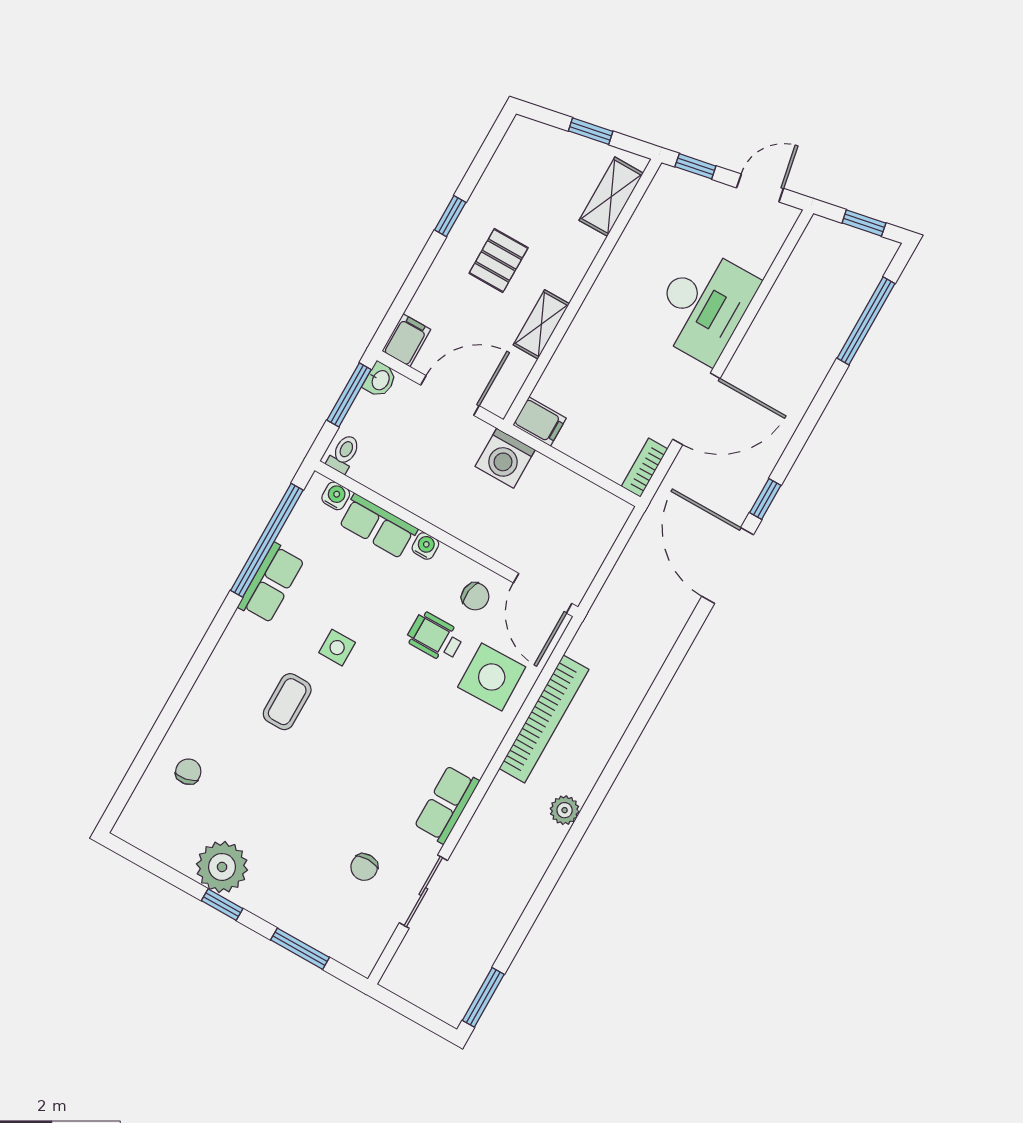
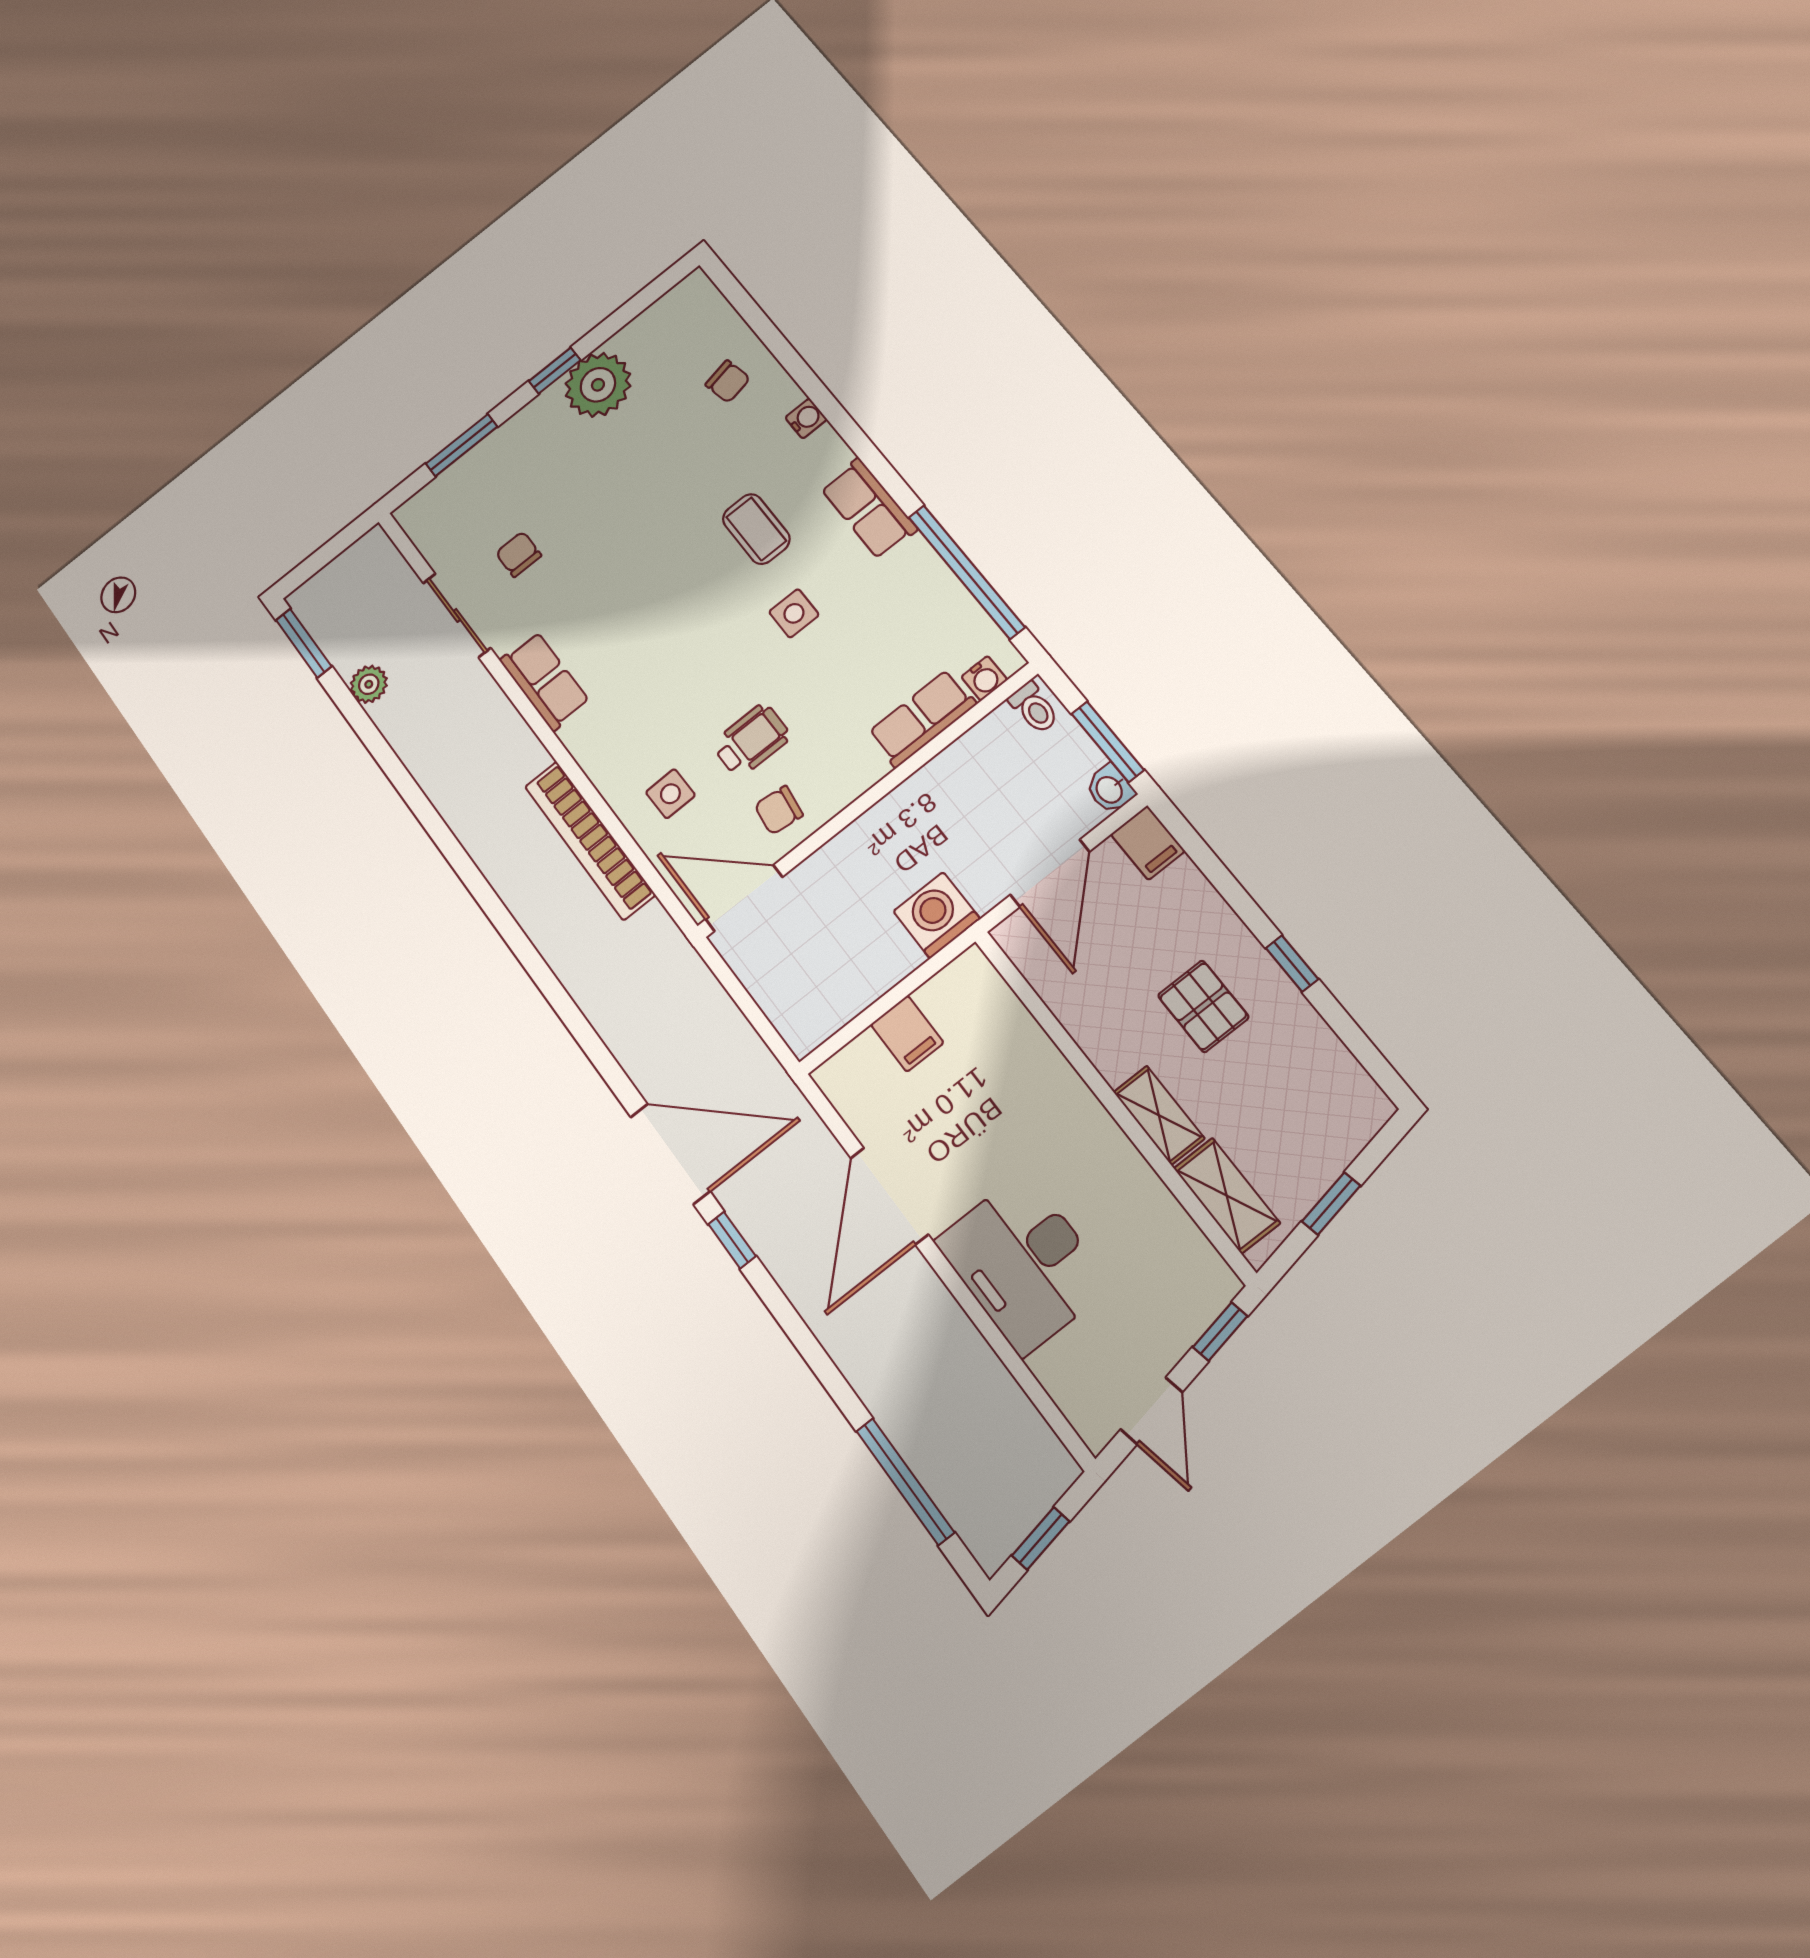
shelving: (541, 324) -> (1159, 1115), moved
filing cabinet: (540, 422) -> (907, 1034), moved, turned -90
bookcase: (645, 468) -> (843, 1095), removed
water cooler: (425, 546) -> (806, 418), moved, turned -90
row of seats: (271, 583) -> (869, 508), moved
side table: (492, 677) -> (670, 794), width x0.54, depth x0.54
plant: (565, 810) -> (369, 684), moved

